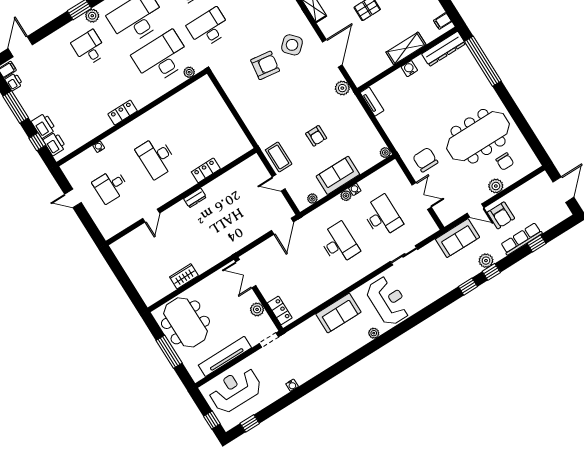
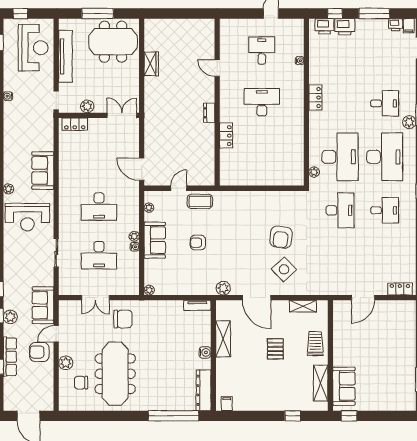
shelving: (406, 48) -> (223, 339), moved

